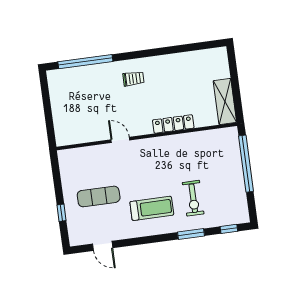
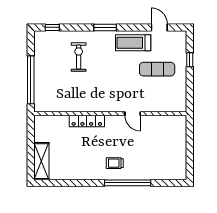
window: (85, 62) -> (128, 183), moved
shelving: (225, 101) -> (41, 161), moved
treadmill: (152, 208) -> (133, 43), moved
window: (191, 234) -> (105, 27), moved

